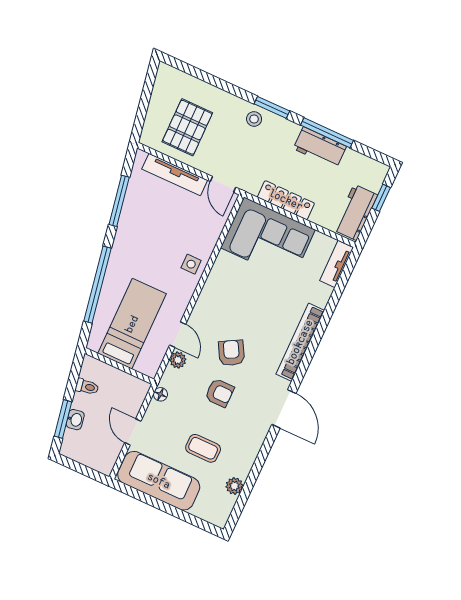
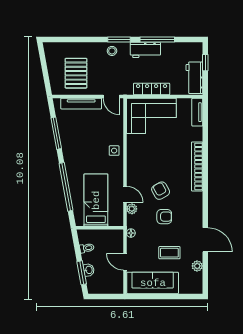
workbench: (320, 148) -> (145, 50), moved
door: (284, 409) -> (205, 240), moved

